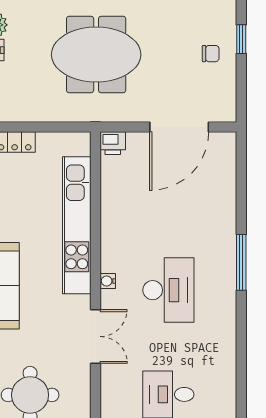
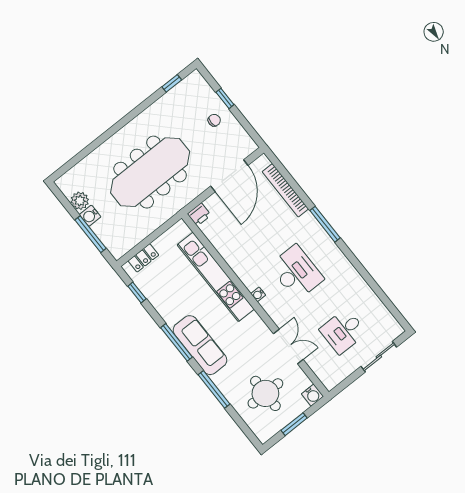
meeting table: (96, 55) -> (150, 172), width x1.36
bookcase: (227, 191) -> (285, 190), added
double door: (96, 336) -> (288, 346), moved

